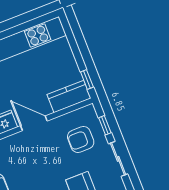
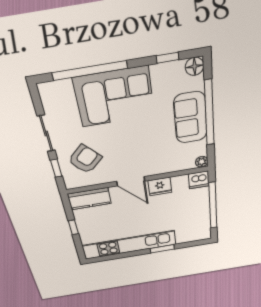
window: (87, 80) -> (73, 227), moved
armchair: (81, 139) -> (85, 159), turned -44

